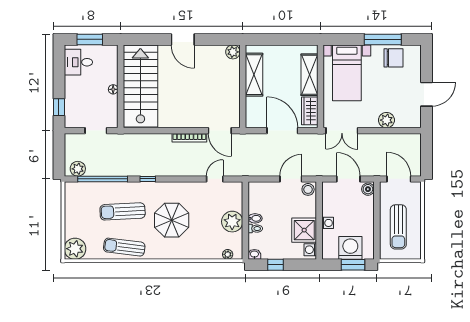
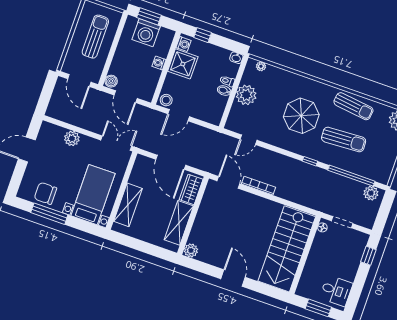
floor lamp: (113, 89) -> (322, 227), moved
wardrobe: (310, 111) -> (191, 189), moved, turned 180
window: (275, 265) -> (203, 35), moved

